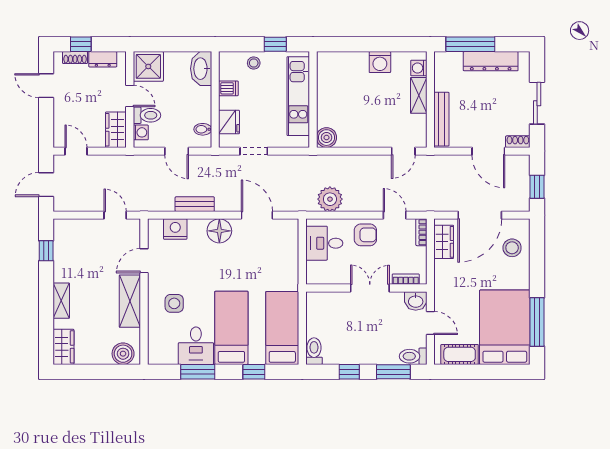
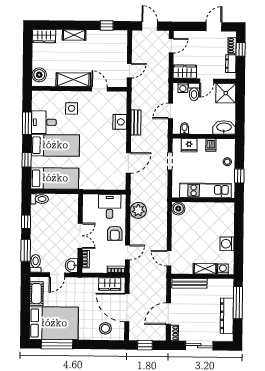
nightstand: (175, 229) -> (120, 122), moved
floor lamp: (219, 231) -> (118, 138), removed

